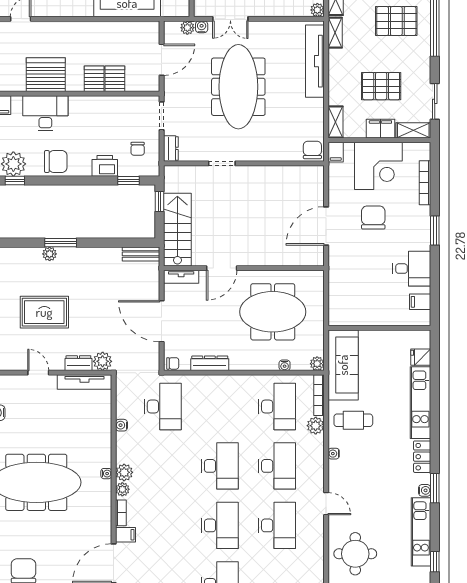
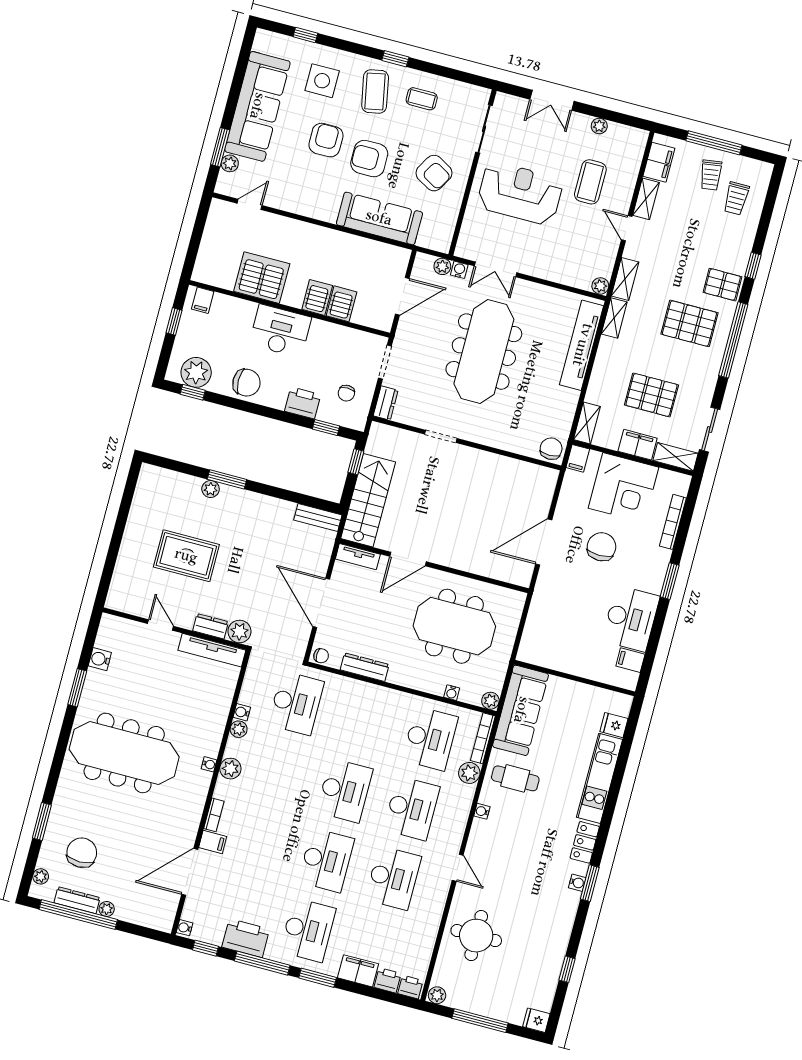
desk: (45, 113) -> (280, 331), moved
desk: (412, 269) -> (631, 619), width x1.37
plant: (122, 489) -> (239, 729), moved
kitchen unit: (421, 532) -> (560, 930), removed

